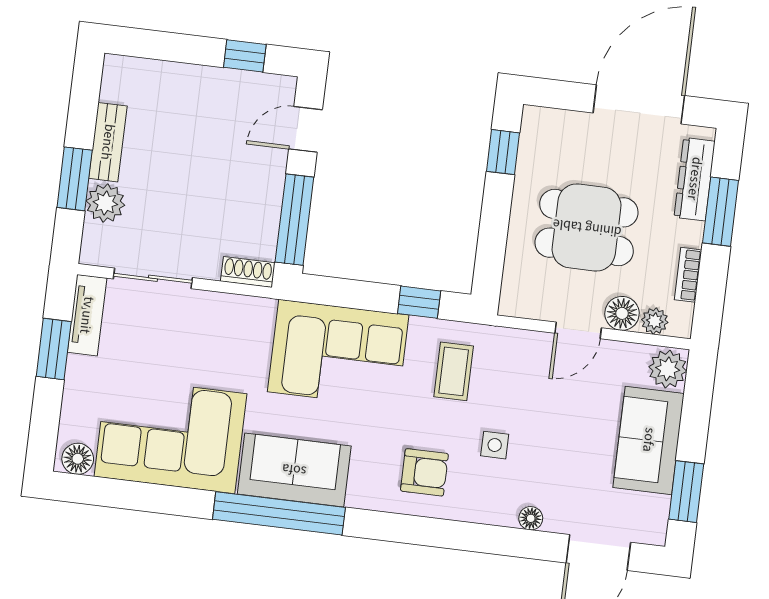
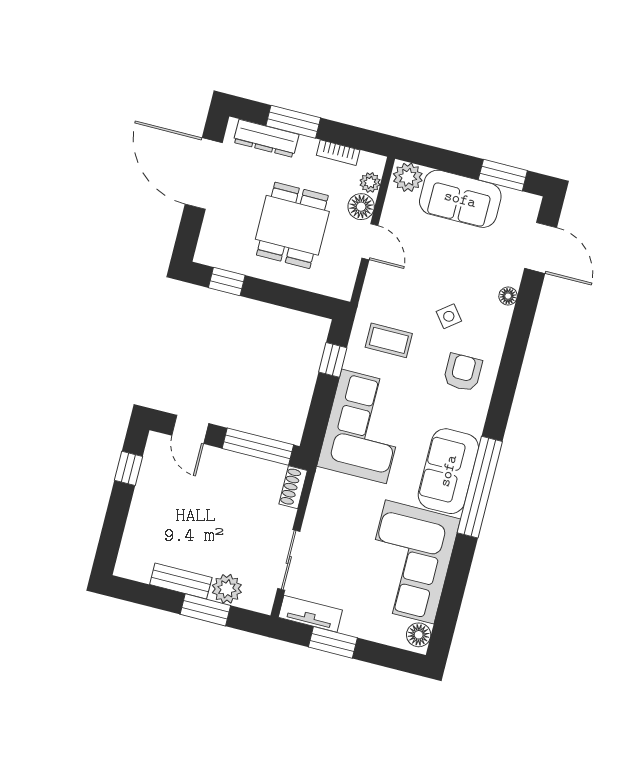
side table: (495, 445) -> (449, 316), turned -38

